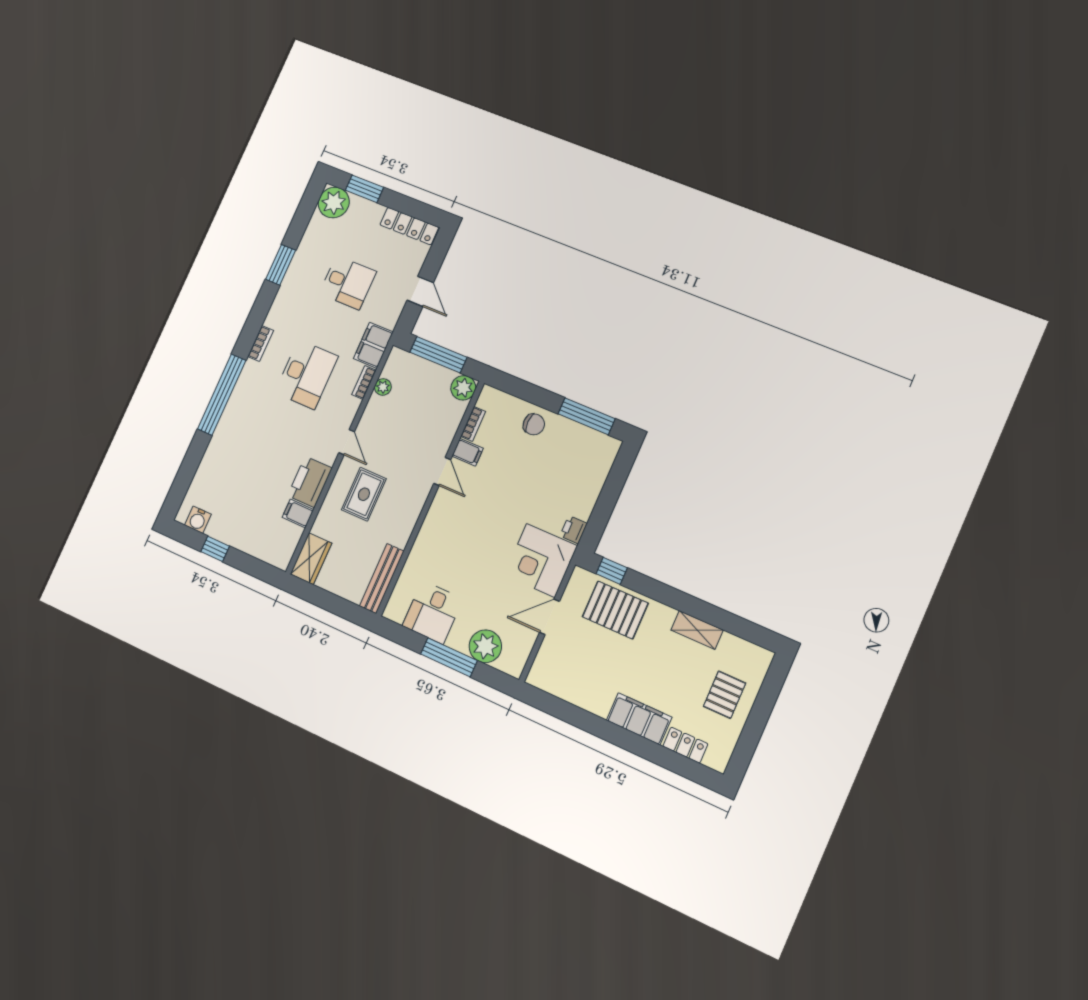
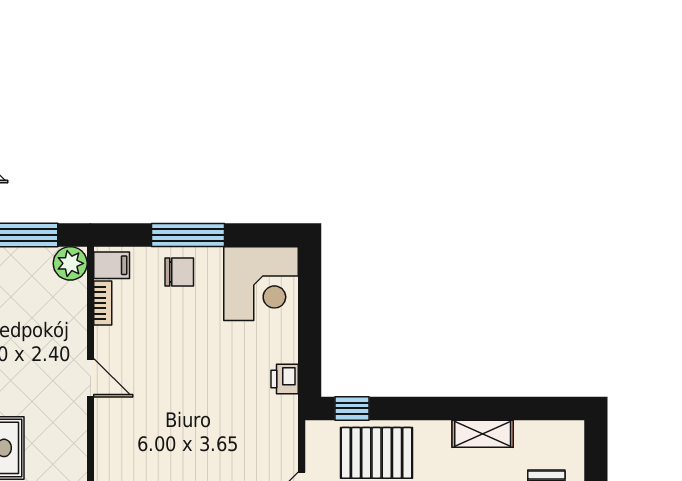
window: (586, 416) -> (188, 235), moved
filing cabinet: (468, 452) -> (112, 265), moved
corner desk: (541, 560) -> (261, 284), moved, turned -90

